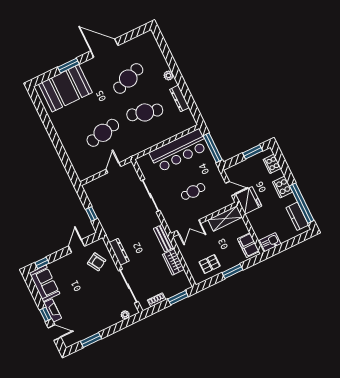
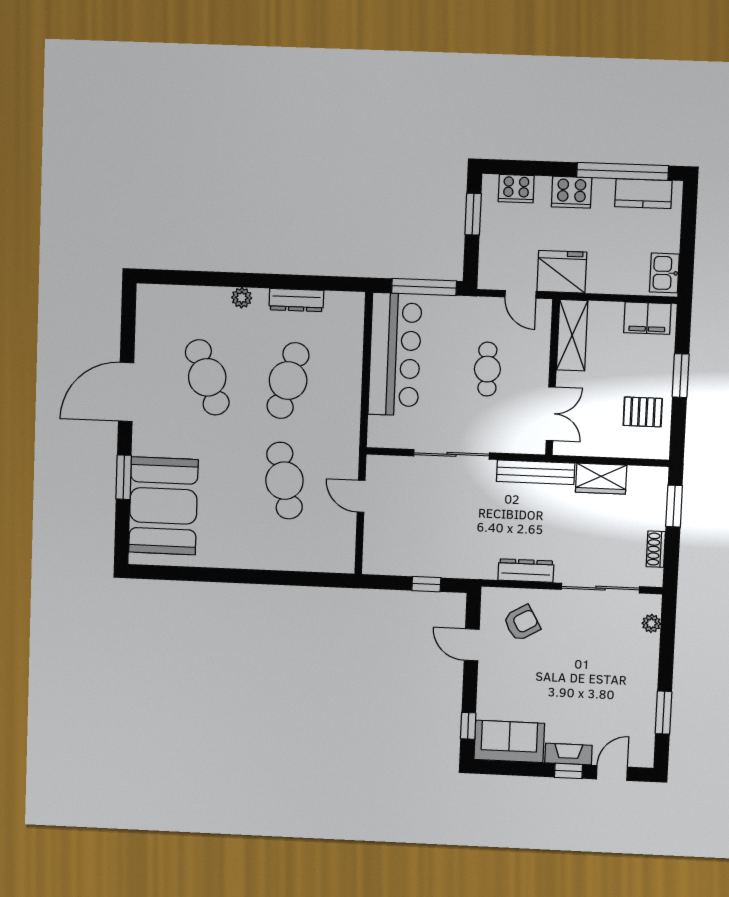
door: (231, 189) -> (521, 294), swing flipped
bench: (164, 238) -> (536, 472), width x1.36
pallet: (210, 264) -> (643, 412), turned 90

